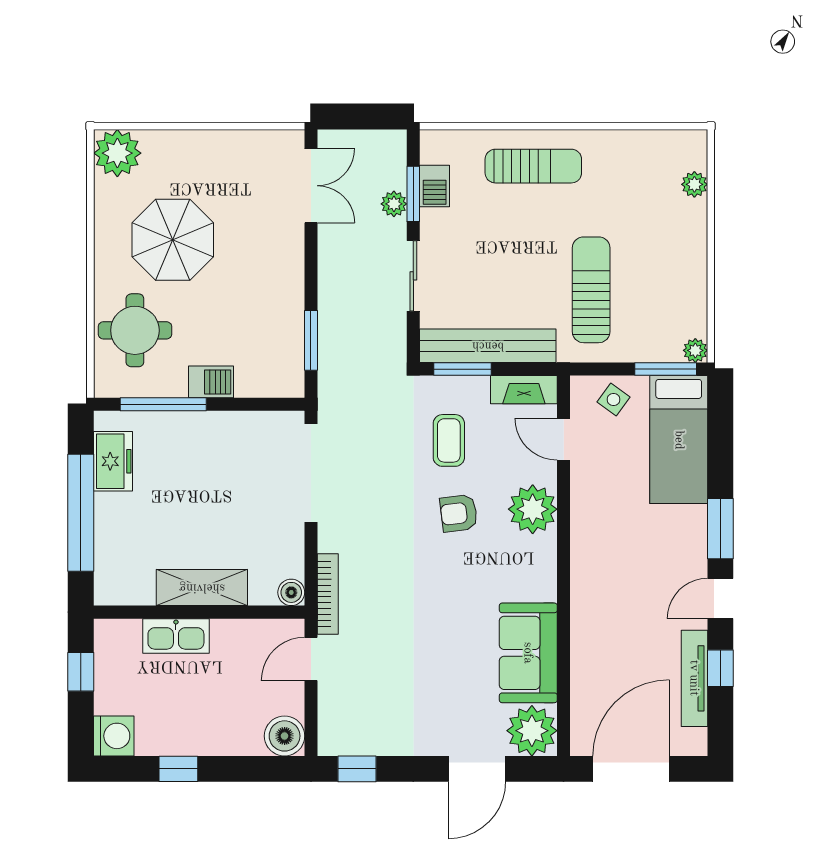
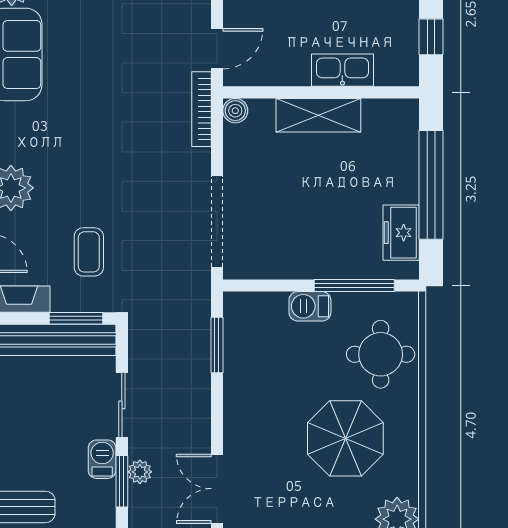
barbecue: (435, 186) -> (102, 459), moved
armchair: (459, 513) -> (80, 184), removed

